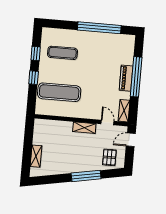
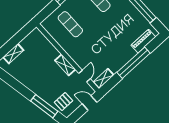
piano: (126, 78) -> (143, 41), moved
exercise mat: (59, 92) -> (70, 24), width x0.73, depth x0.69
window: (86, 176) -> (44, 106), moved

